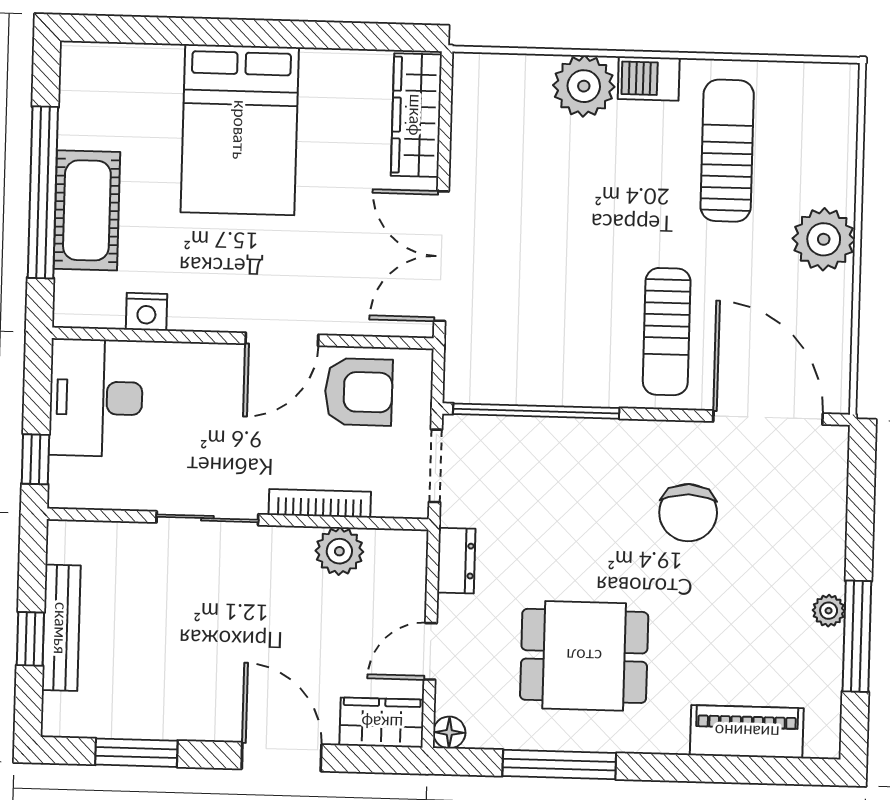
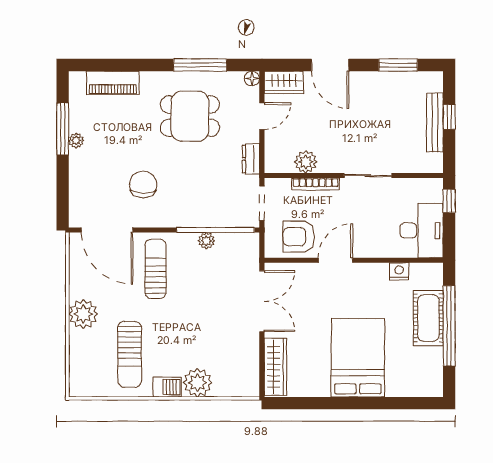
plant: (557, 389) -> (206, 241), added

